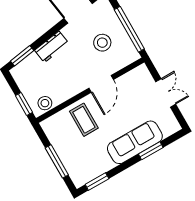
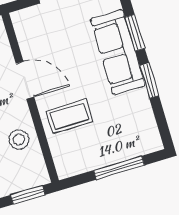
stool: (45, 103) -> (19, 139), moved
window: (97, 181) -> (149, 81), moved

